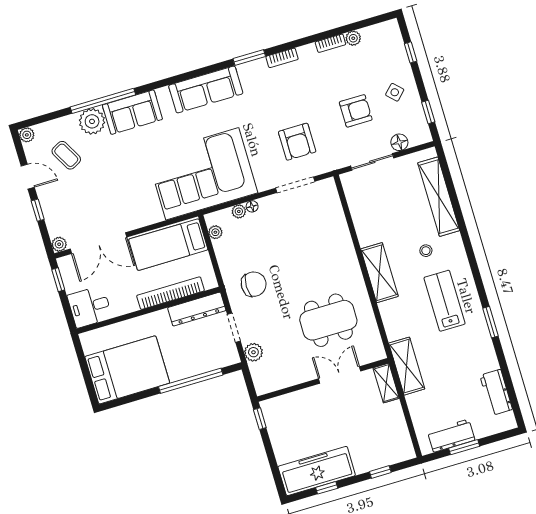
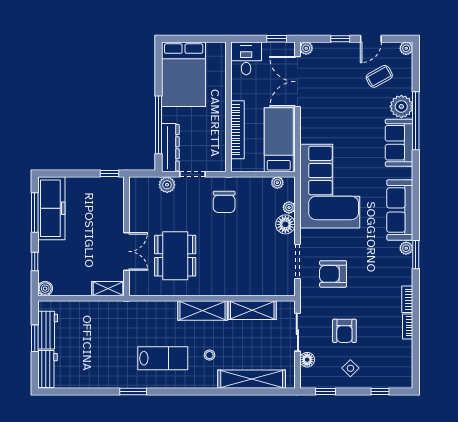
plant: (353, 38) -> (406, 248), moved
bookcase: (282, 58) -> (407, 299), moved
floor lamp: (252, 206) -> (285, 224), width x1.89, depth x1.89
dresser: (197, 309) -> (170, 148), moved, turned 180
shelving: (407, 366) -> (252, 310), moved
workbench: (496, 392) -> (47, 369), moved, turned 90
boiler: (406, 452) -> (45, 289), added
window: (327, 488) -> (35, 213), width x2.17

